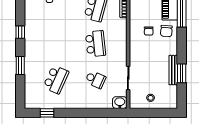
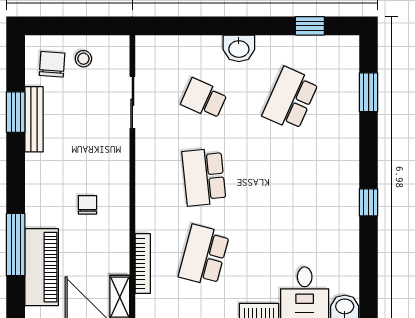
chair: (166, 31) -> (52, 64), moved
window: (20, 66) -> (369, 92), moved
washbasin: (120, 103) -> (239, 48), moved

